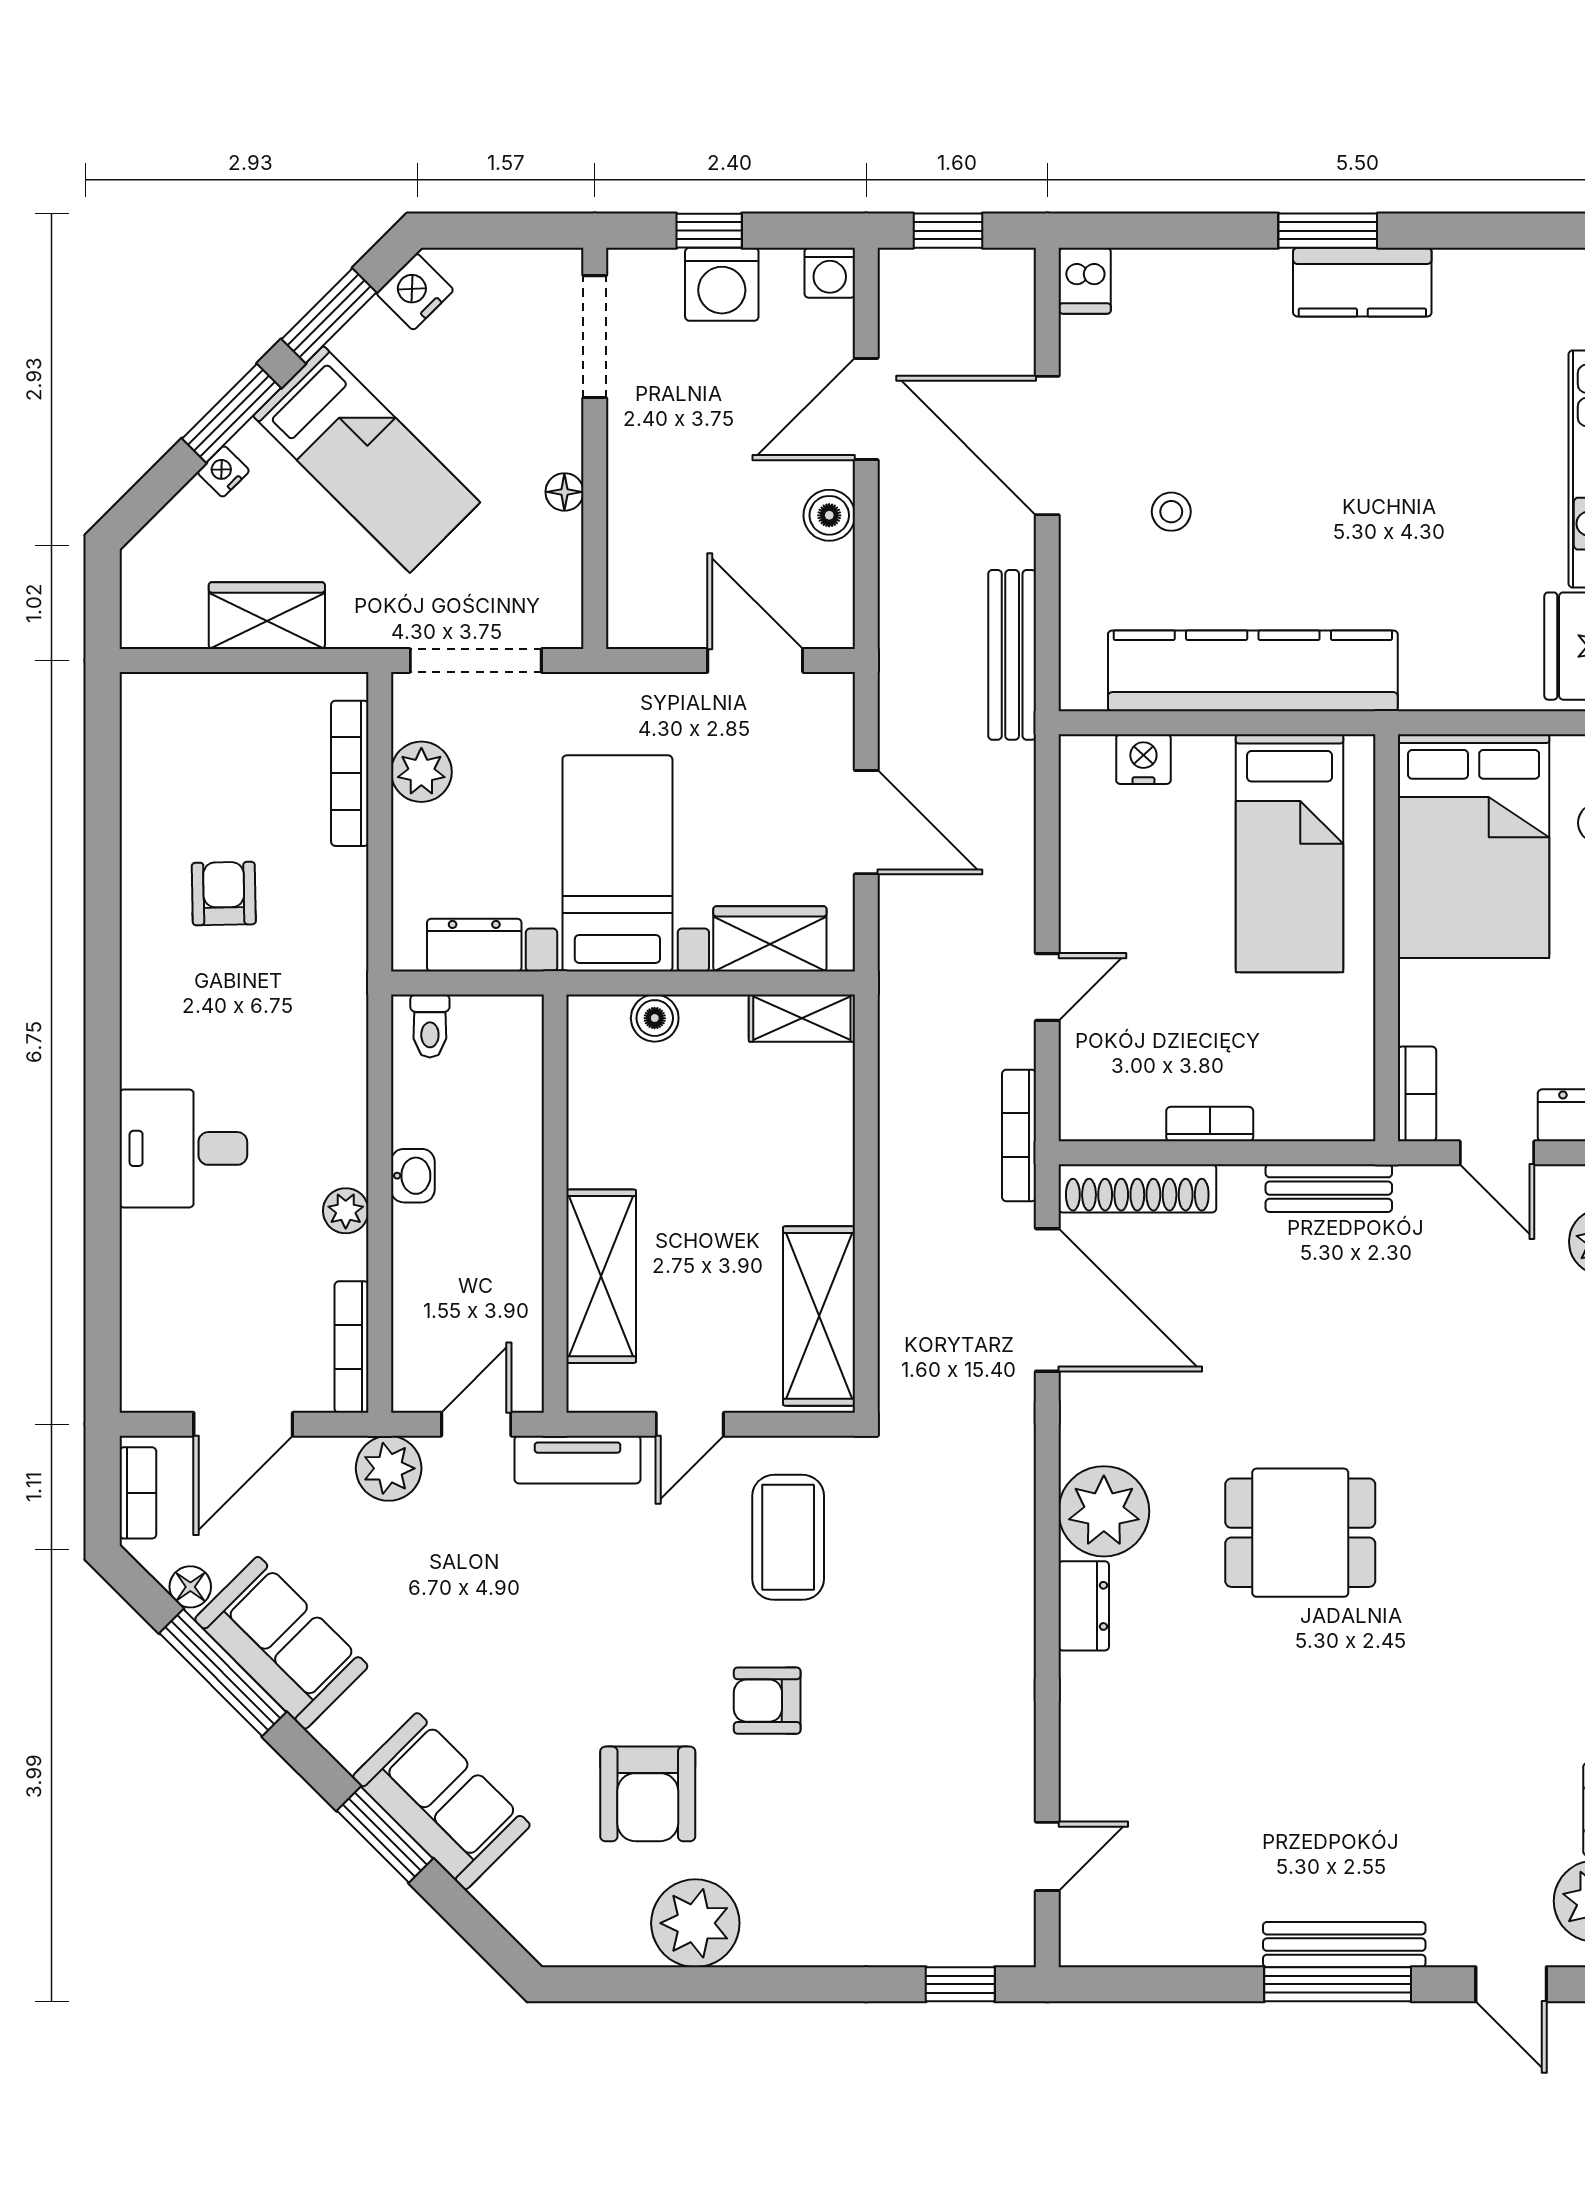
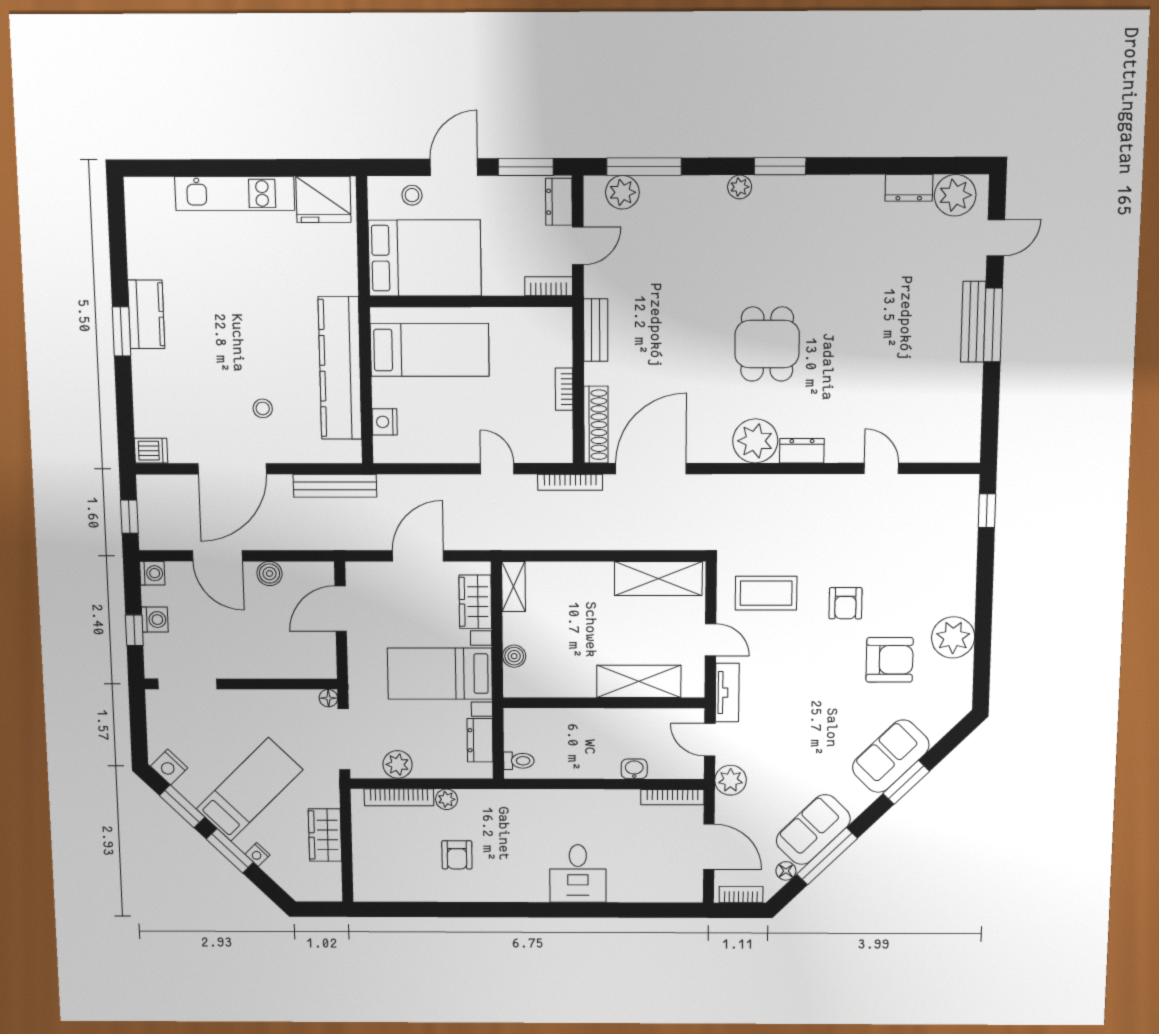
washing machine: (722, 284) -> (155, 620), width x0.73, depth x0.73
floor lamp: (564, 492) -> (328, 698), moved
armchair: (224, 894) -> (457, 855), turned -89
washbasin: (413, 1176) -> (634, 769), moved
plant: (346, 1211) -> (446, 799), moved
door: (1047, 1856) -> (881, 468), moved

